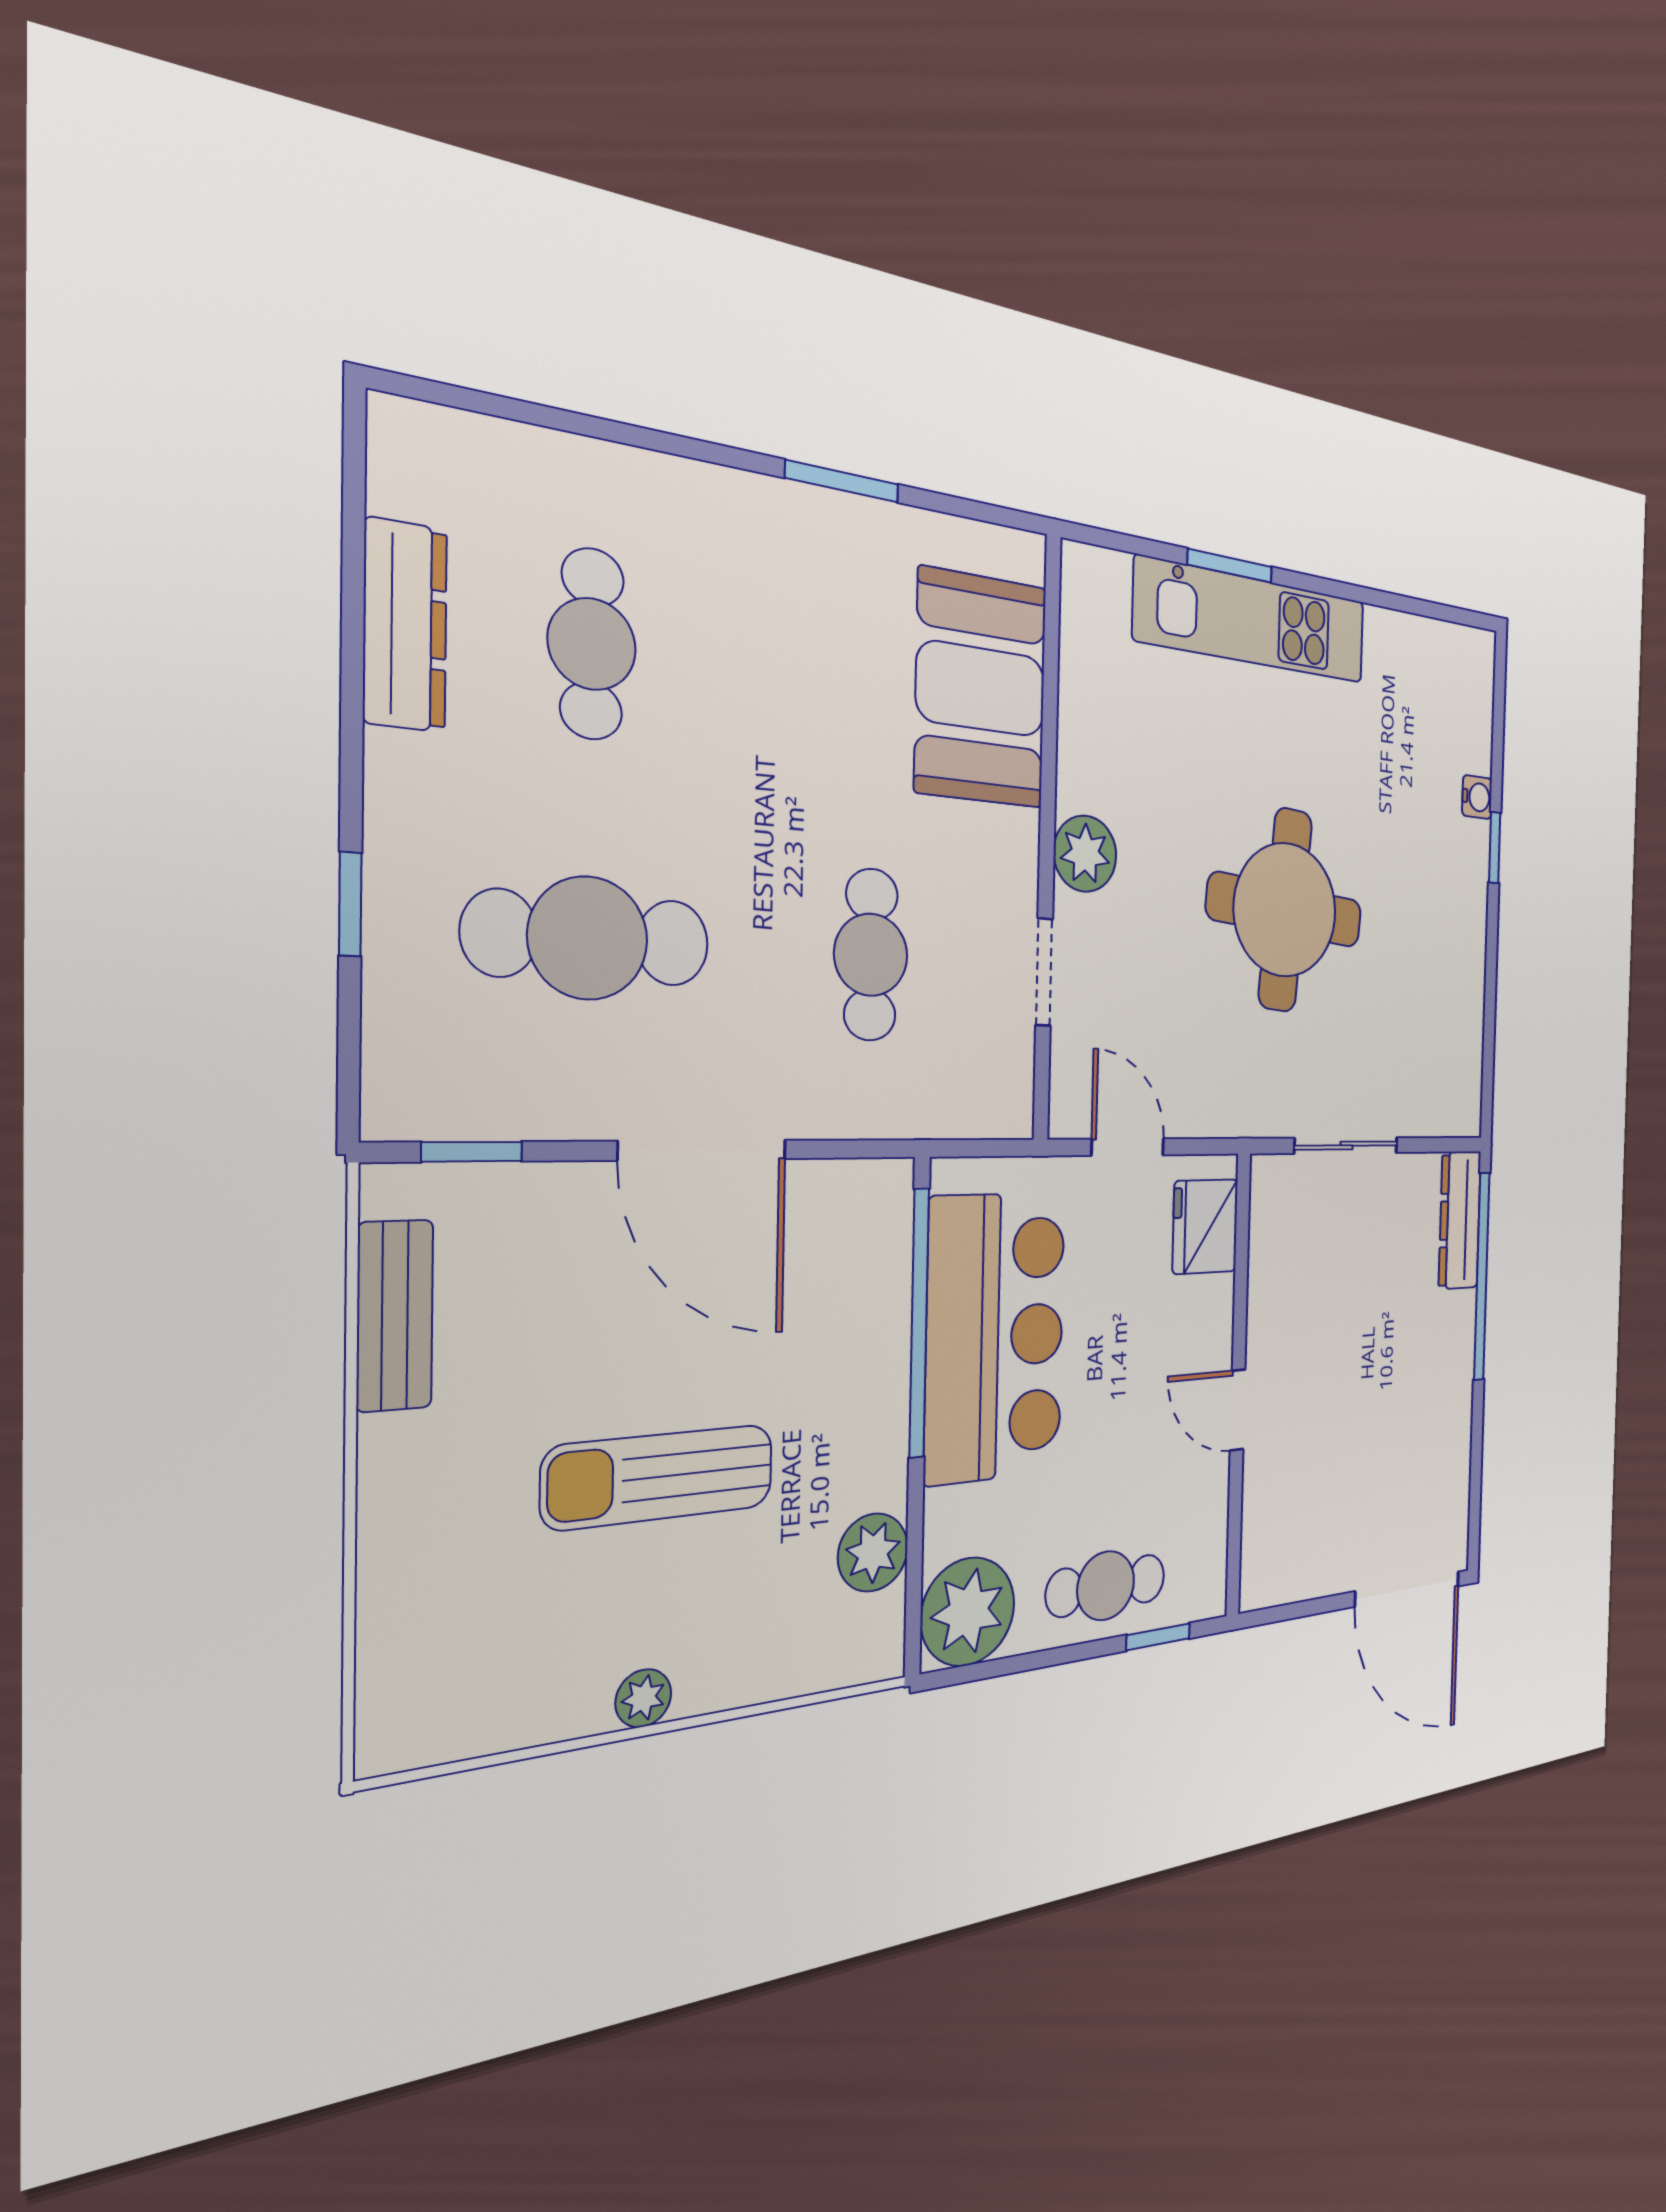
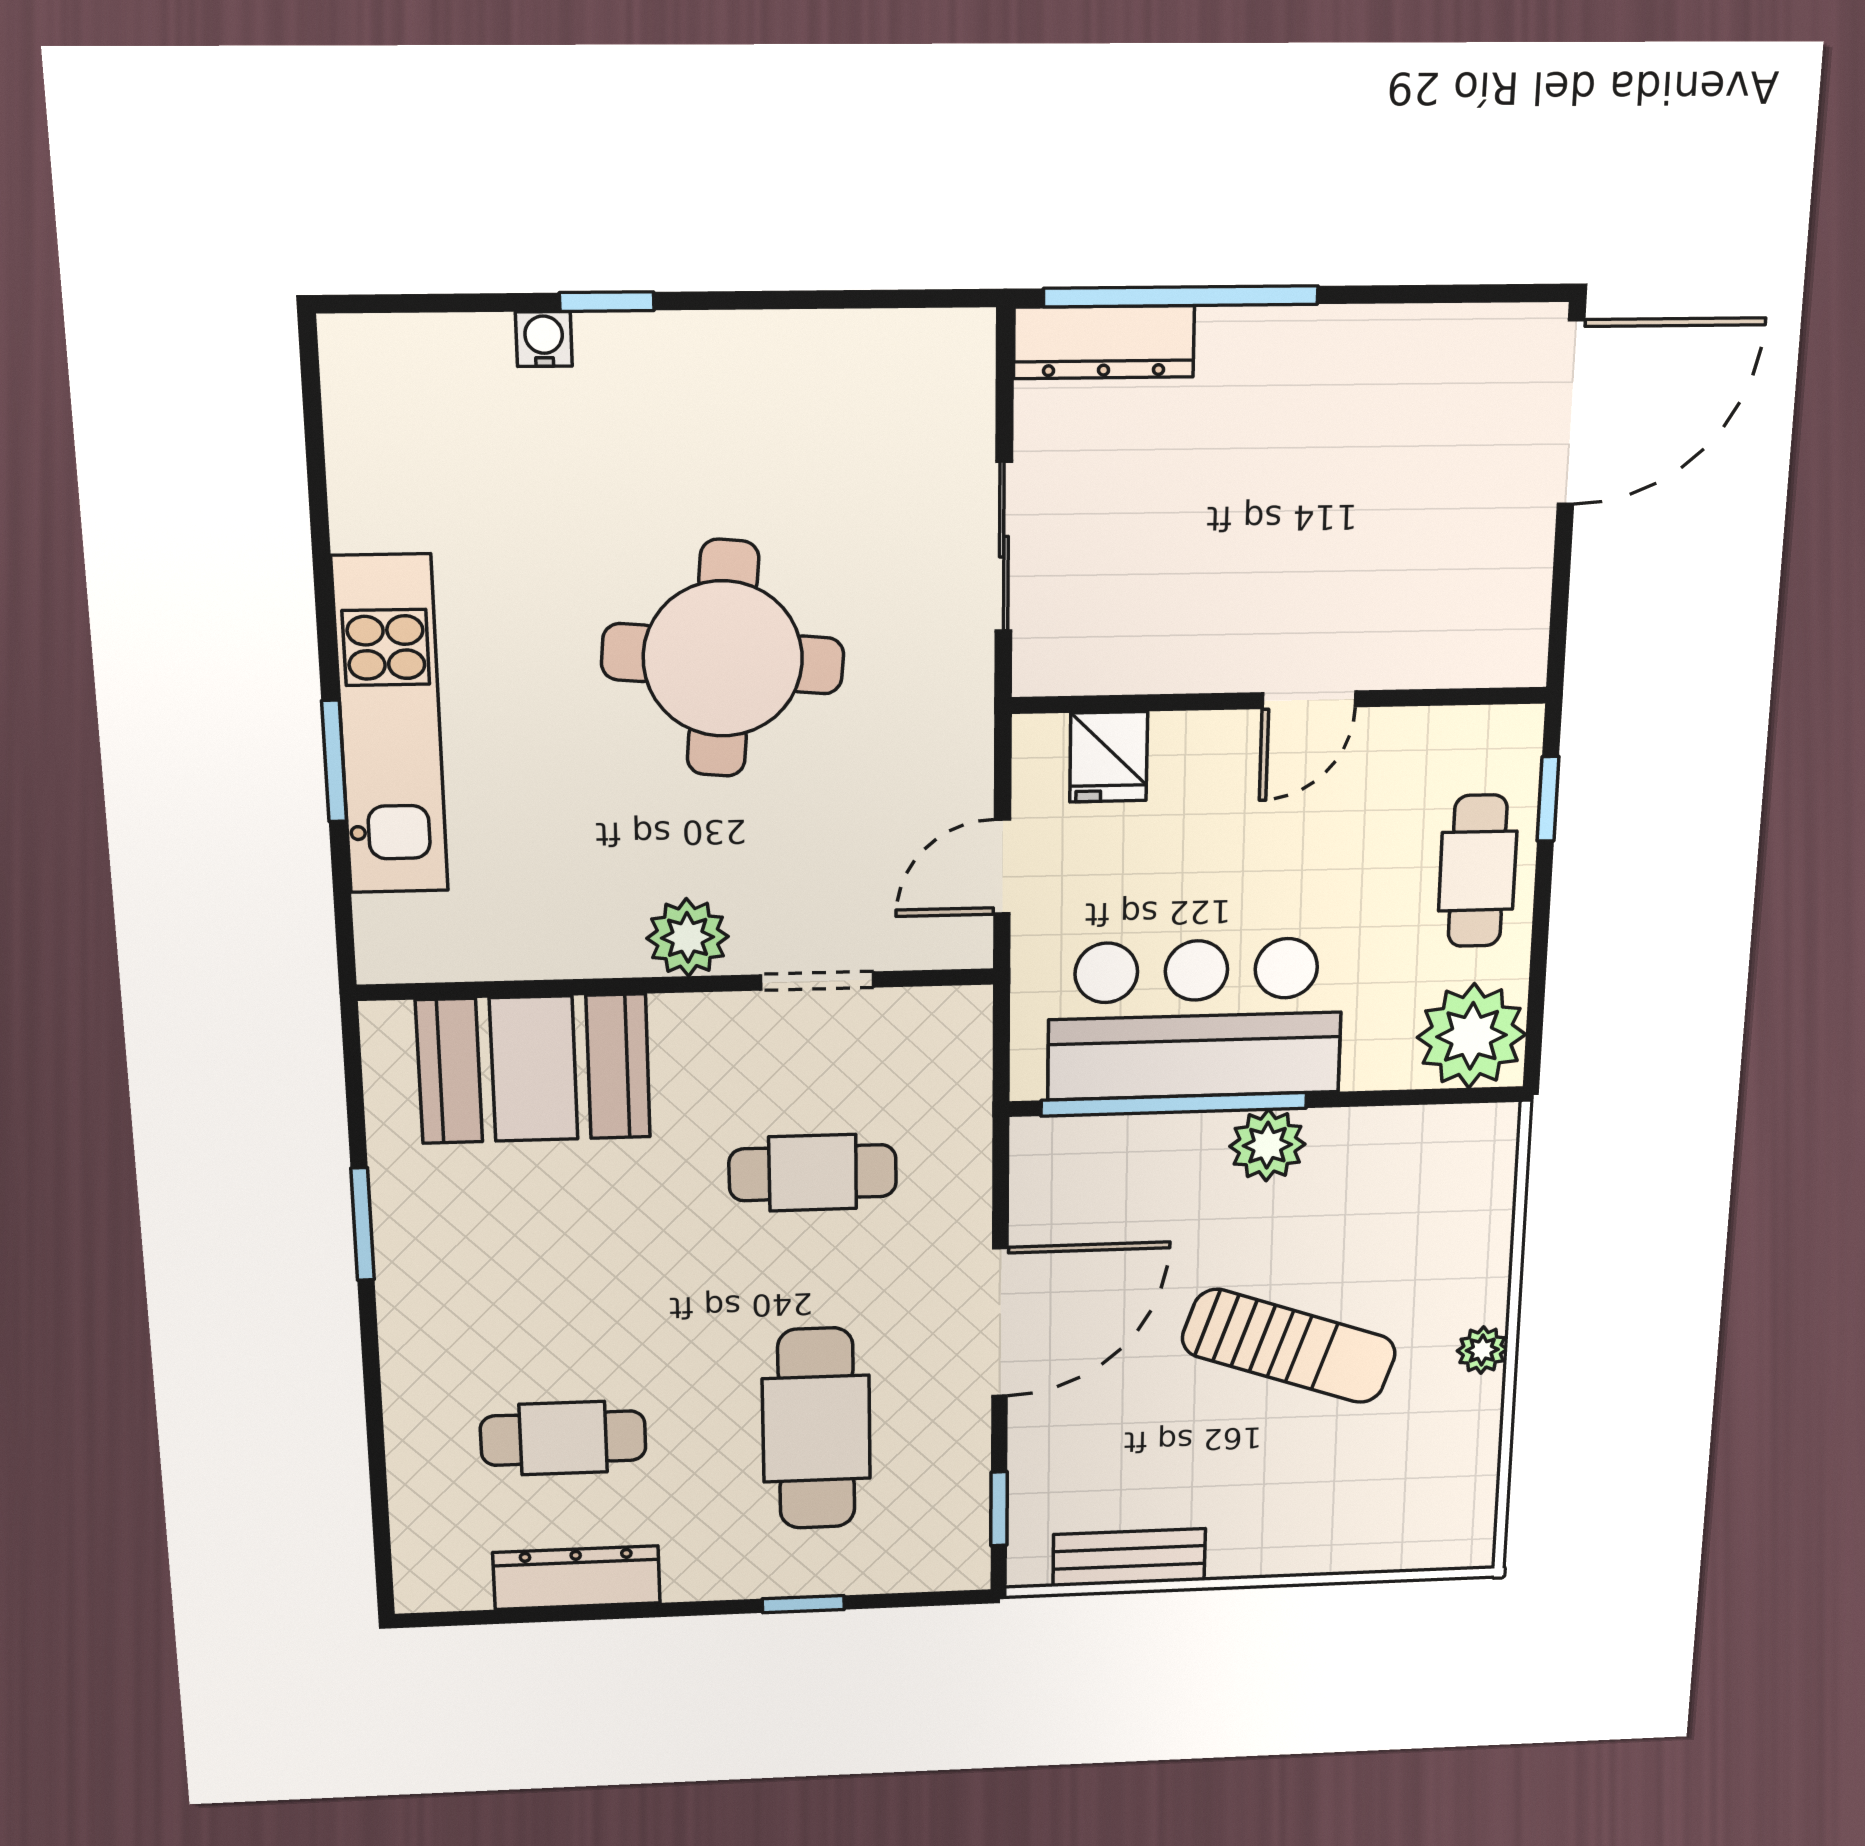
fridge: (1205, 1226) -> (1109, 757), width x0.72
sun lounger: (659, 1477) -> (1289, 1346), turned -71
plant: (873, 1552) -> (1267, 1145), moved

